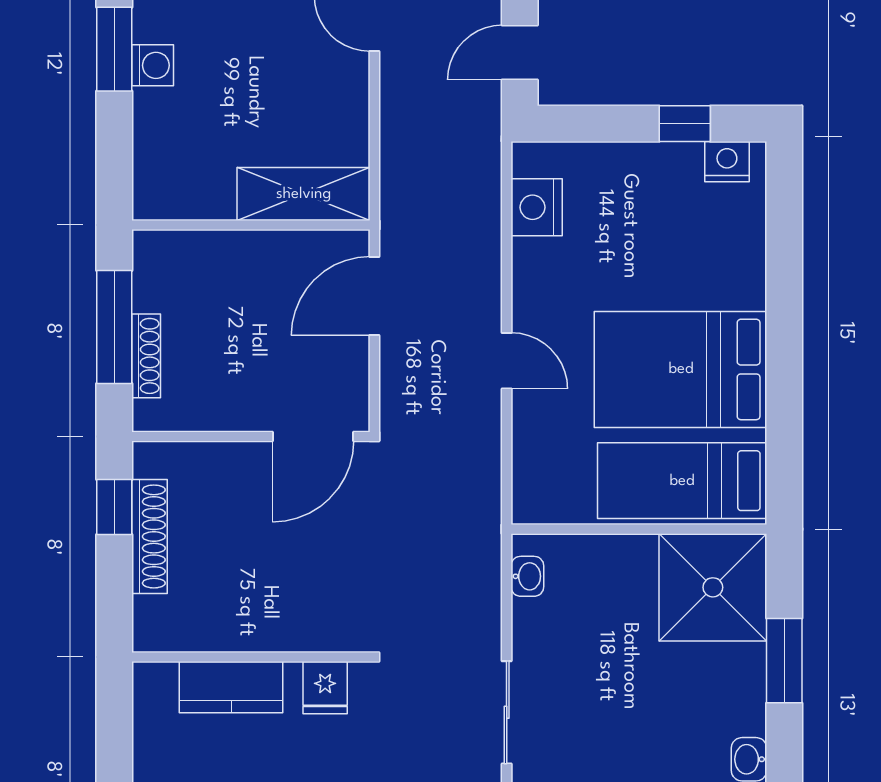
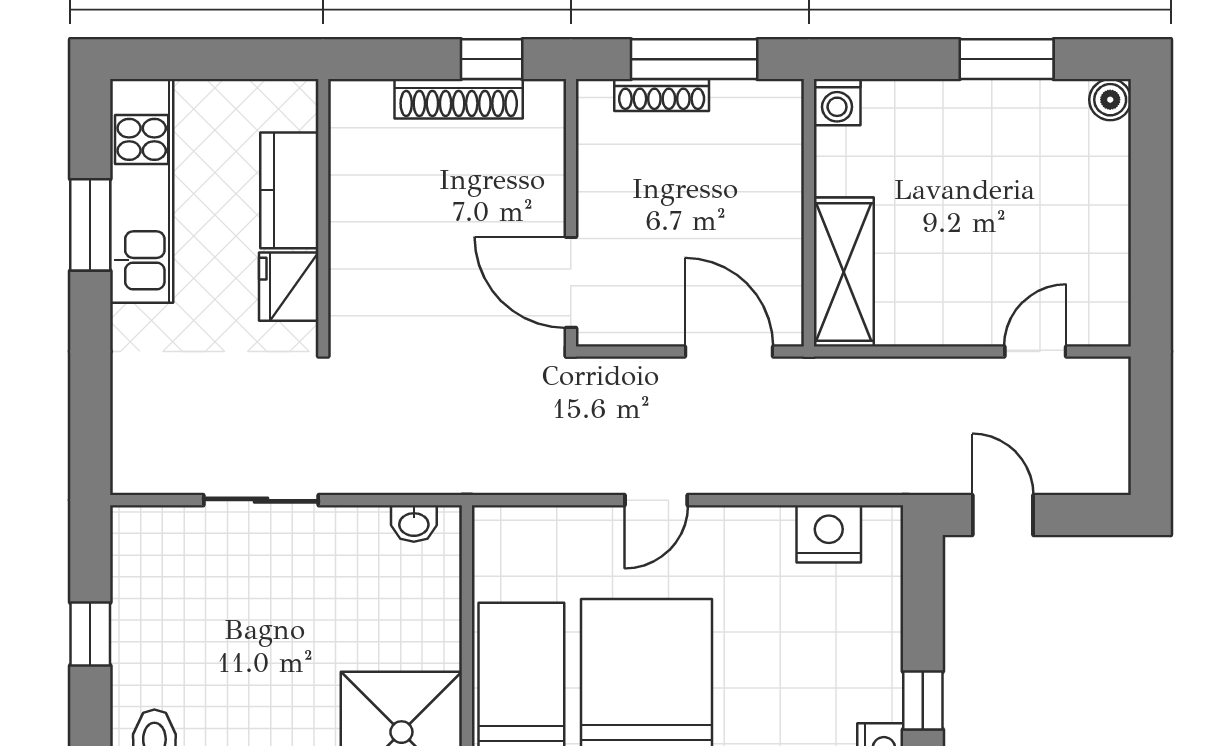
washing machine: (153, 65) -> (837, 102), moved
fridge: (325, 688) -> (289, 287), width x1.38

